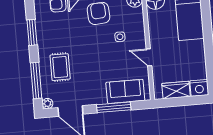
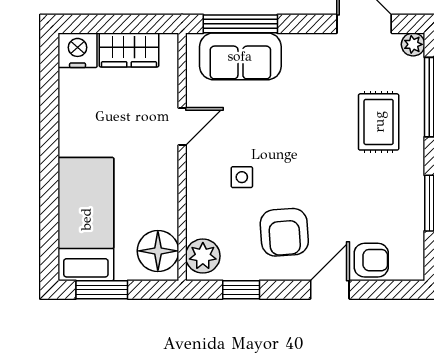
door: (149, 57) -> (182, 126), hinge flipped
window: (114, 107) -> (240, 24), moved

